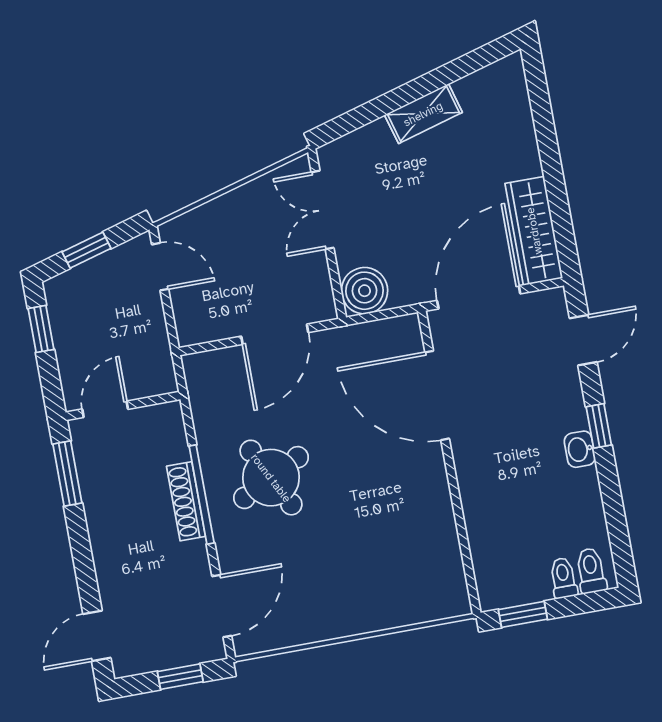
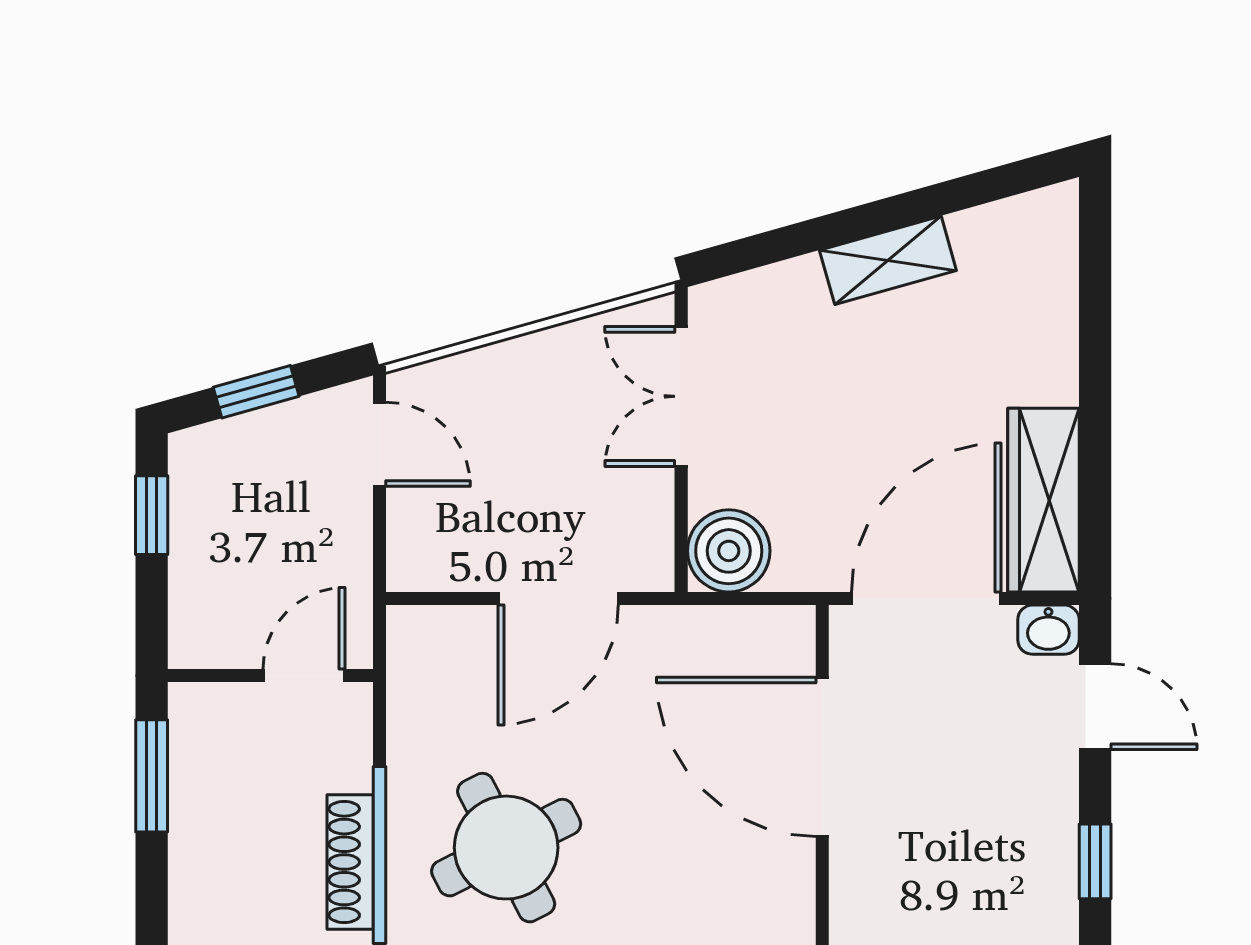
door: (583, 340) -> (1095, 707), hinge flipped
door: (105, 409) -> (304, 676), moved
washbasin: (580, 449) -> (1048, 630), moved, turned -90

